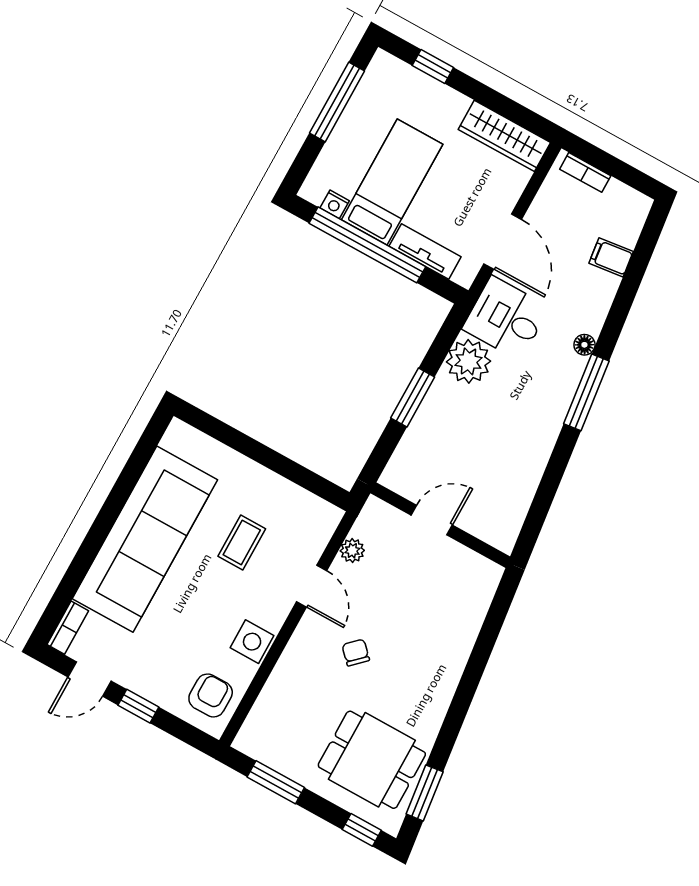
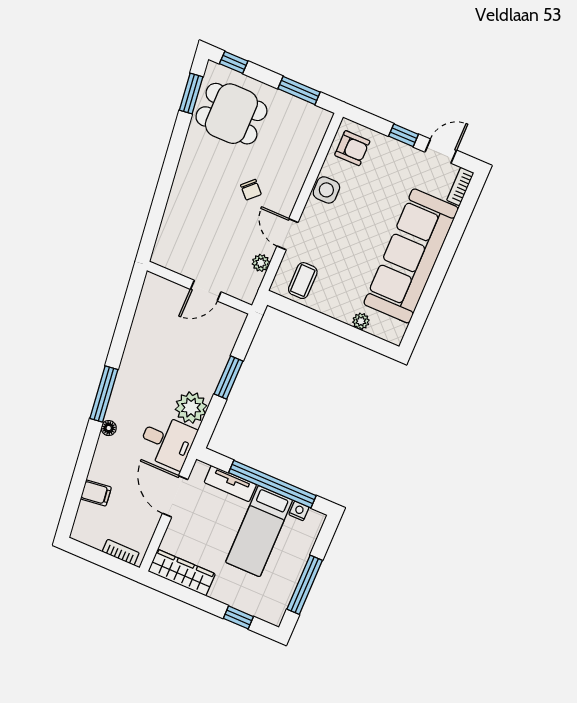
plant: (223, 456) -> (361, 321), added
coffee table: (242, 542) -> (303, 281), moved
armchair: (211, 695) -> (352, 148), turned -90

